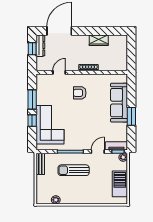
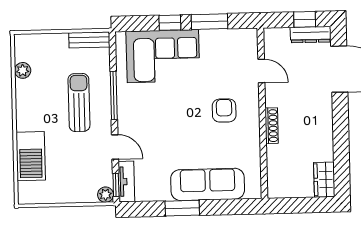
wardrobe: (99, 40) -> (324, 180), moved
barbecue: (120, 184) -> (31, 156), moved, turned 90

